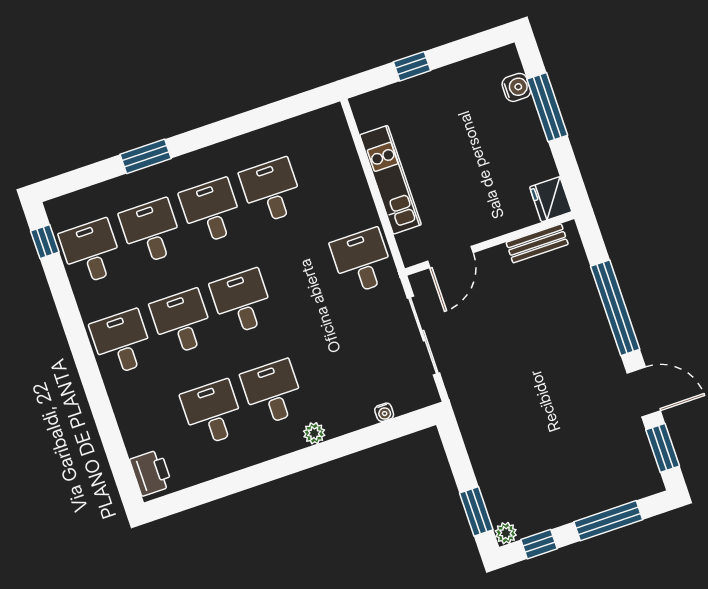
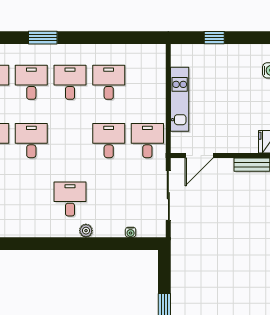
desk: (242, 302) -> (109, 141), moved
desk: (213, 413) -> (31, 199), removed

